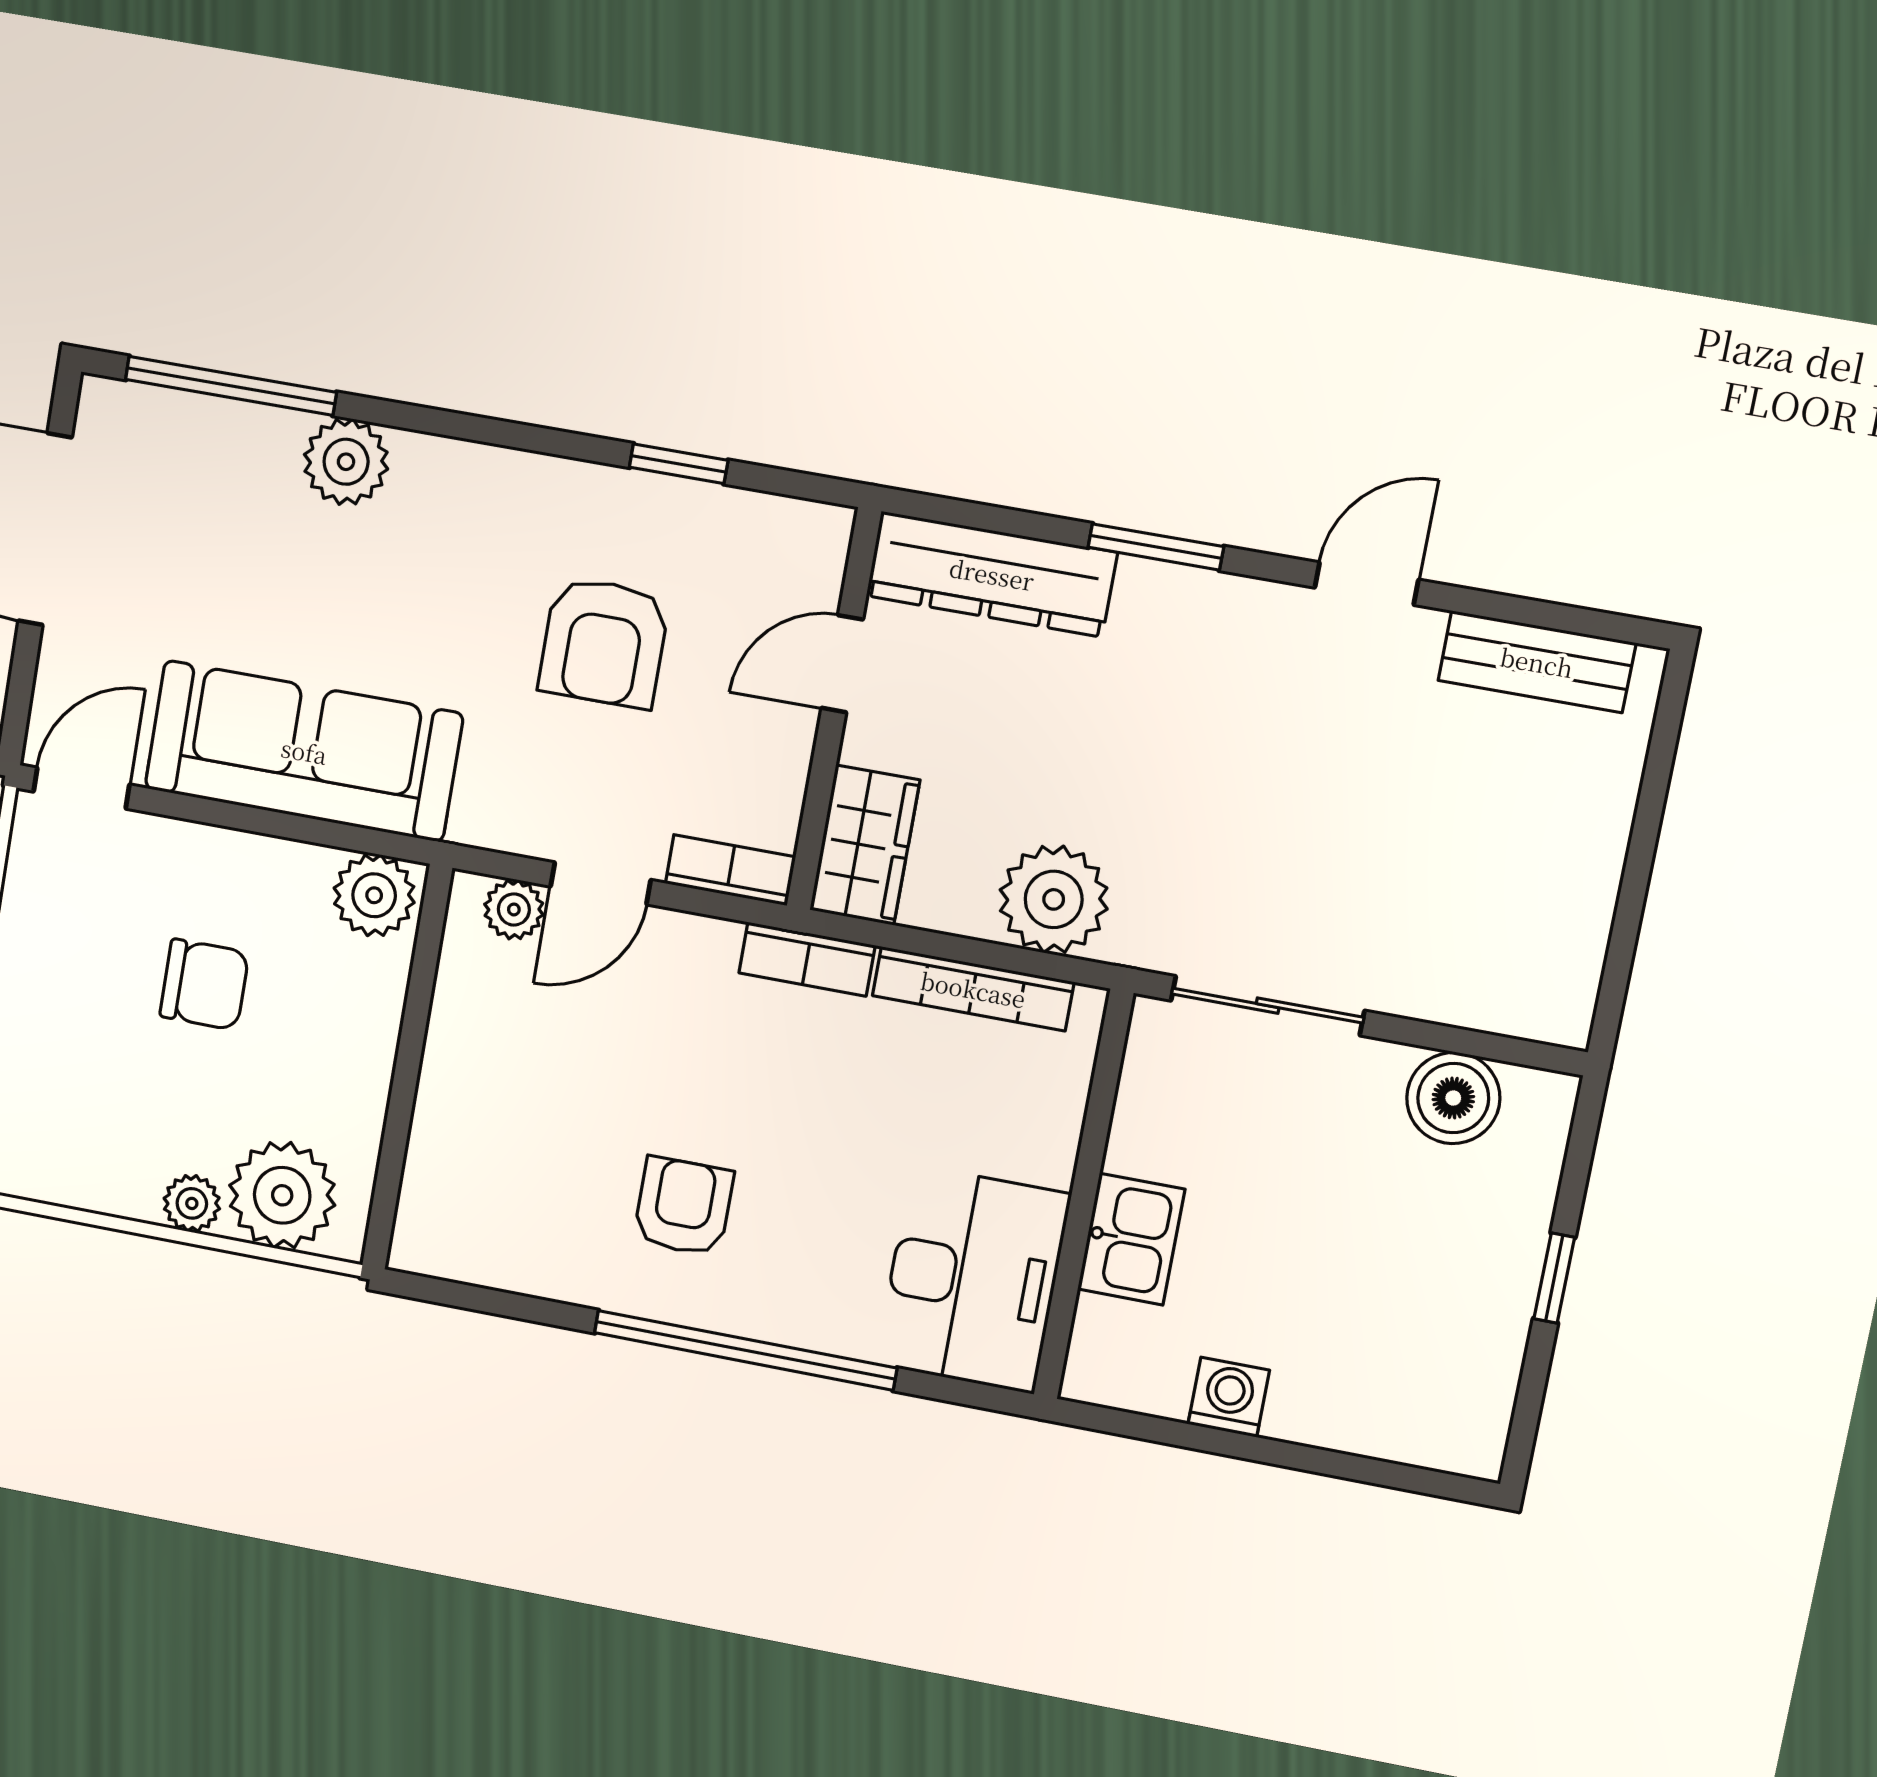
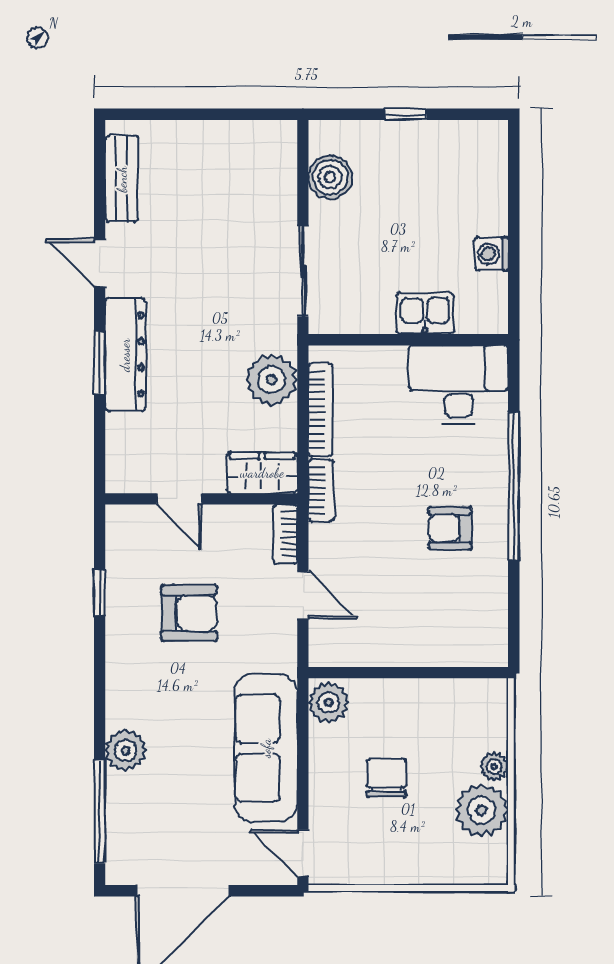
dresser: (992, 574) -> (125, 355), moved
plant: (514, 909) -> (323, 634), removed
plant: (282, 1195) -> (482, 810), moved

